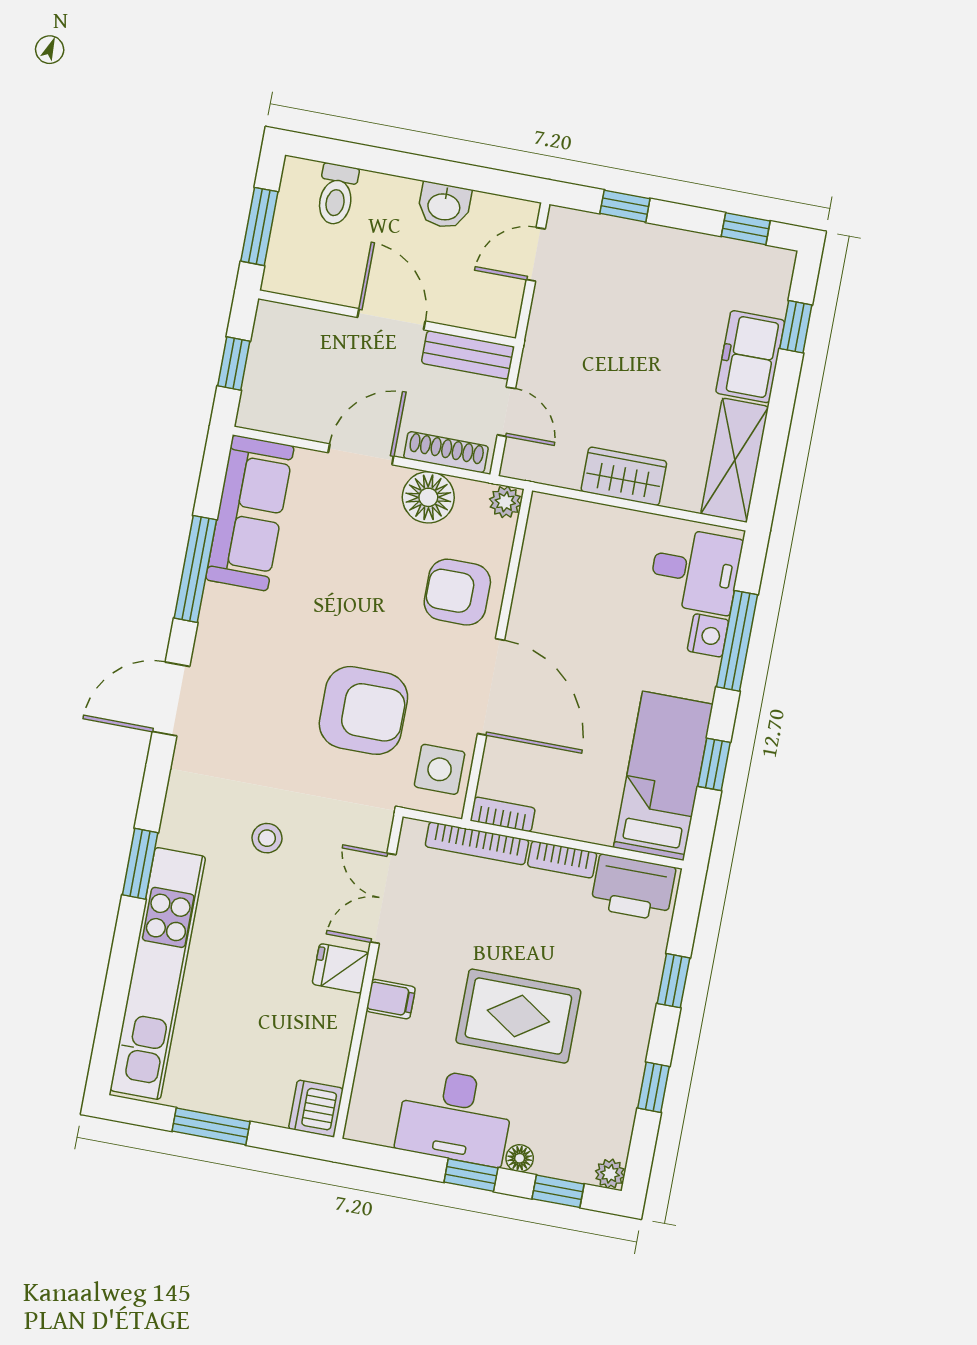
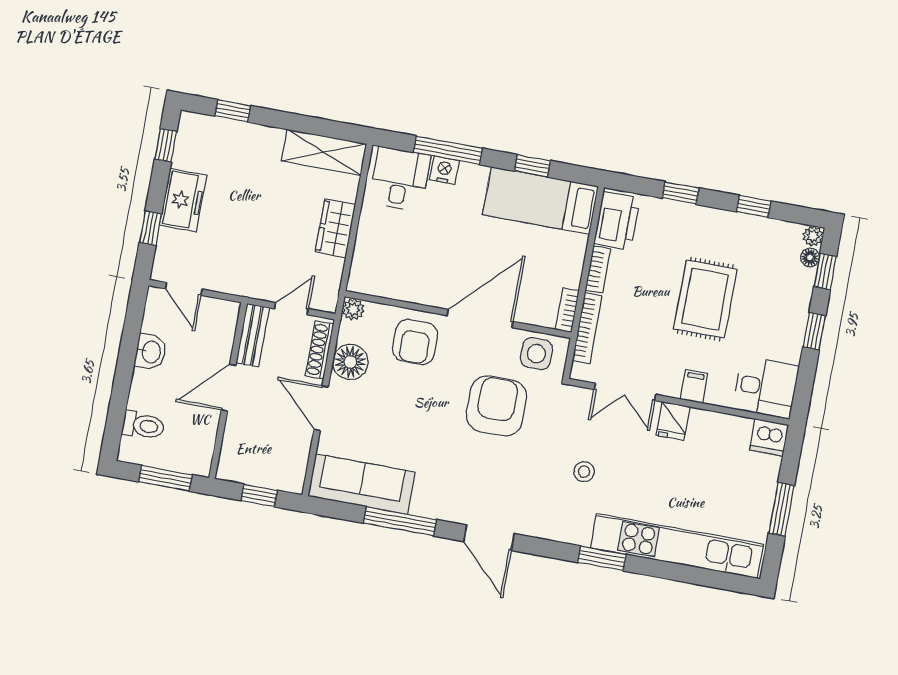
freezer: (750, 357) -> (183, 200), moved, turned -90
desk: (455, 1116) -> (766, 387), moved, width x0.73
floor lamp: (520, 1158) -> (810, 258), moved

